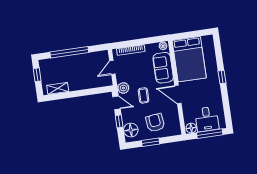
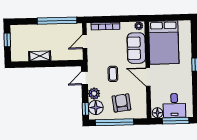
window: (69, 52) -> (57, 21), moved
shelving: (58, 88) -> (40, 56), moved
plant: (123, 88) -> (94, 94), moved
door: (117, 103) -> (85, 78), swing flipped
window: (119, 121) -> (85, 109), moved
window: (151, 142) -> (114, 122), width x2.11

